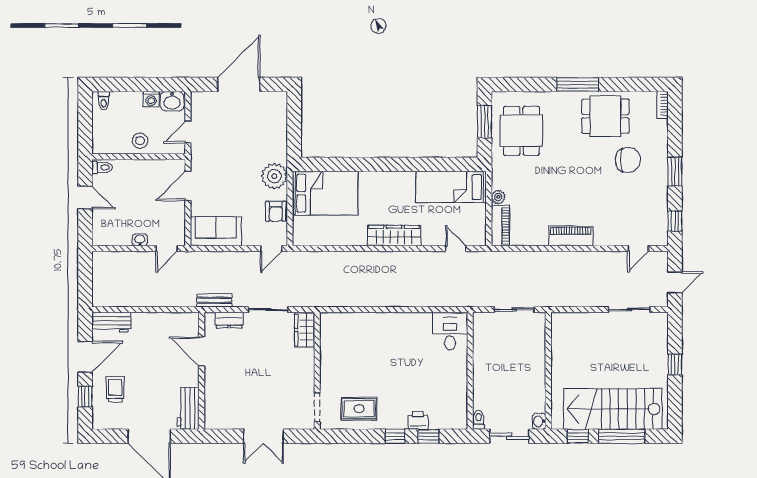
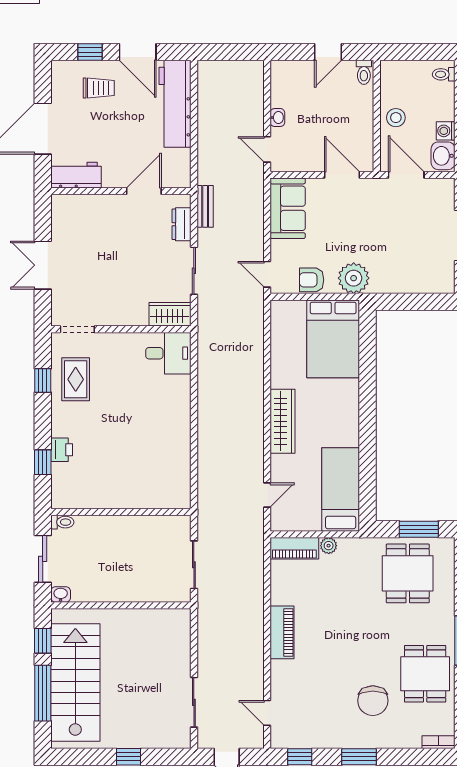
dining table: (521, 131) -> (408, 573), turned 90
door: (188, 132) -> (406, 175), width x1.38
workbench: (111, 322) -> (175, 104), width x1.88, depth x1.32
desk: (450, 331) -> (168, 353), moved
window: (395, 436) -> (43, 380), moved

